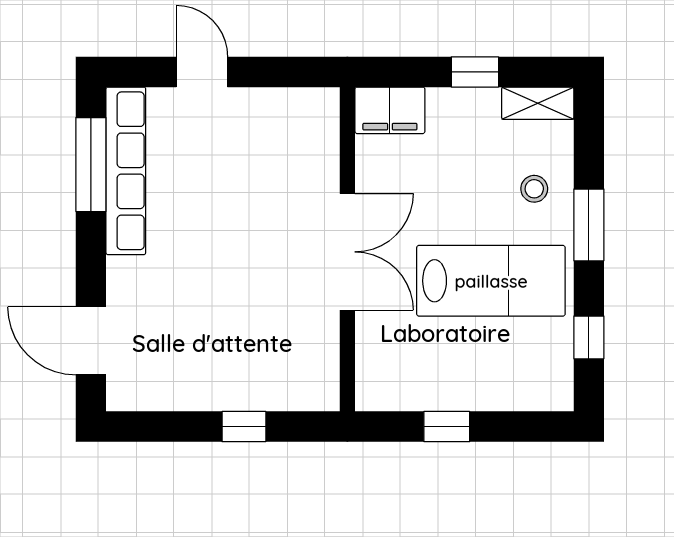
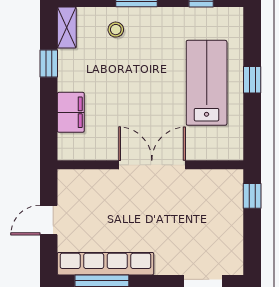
wall: (347, 249) -> (150, 165), moved
double door: (347, 252) -> (152, 165), moved
lab bench: (491, 281) -> (207, 83), moved

